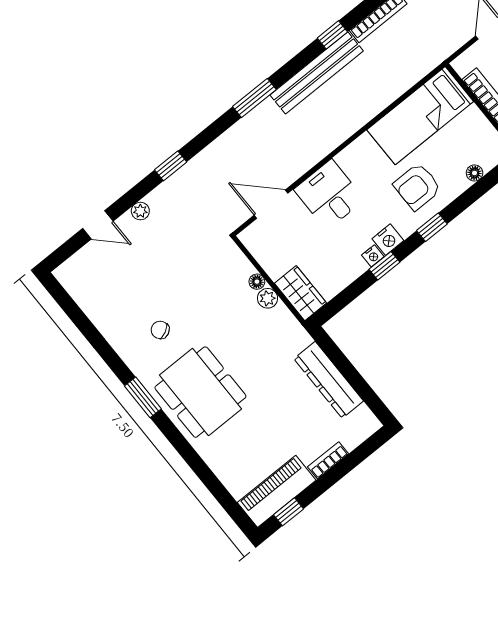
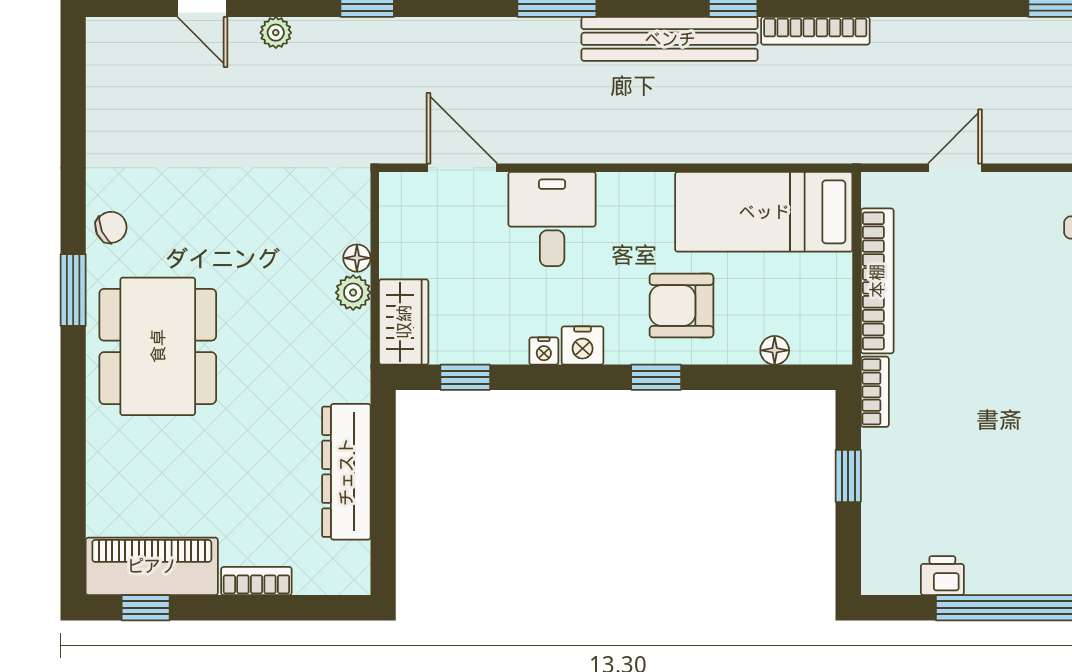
window: (384, 266) -> (465, 377), moved
chair: (160, 330) -> (111, 227), moved, turned 94

